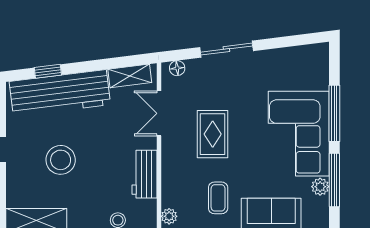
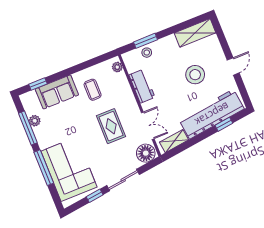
window: (277, 43) -> (95, 196), added
floor lamp: (177, 68) -> (146, 153), width x1.89, depth x1.89
corner sofa: (299, 134) -> (69, 169), moved

